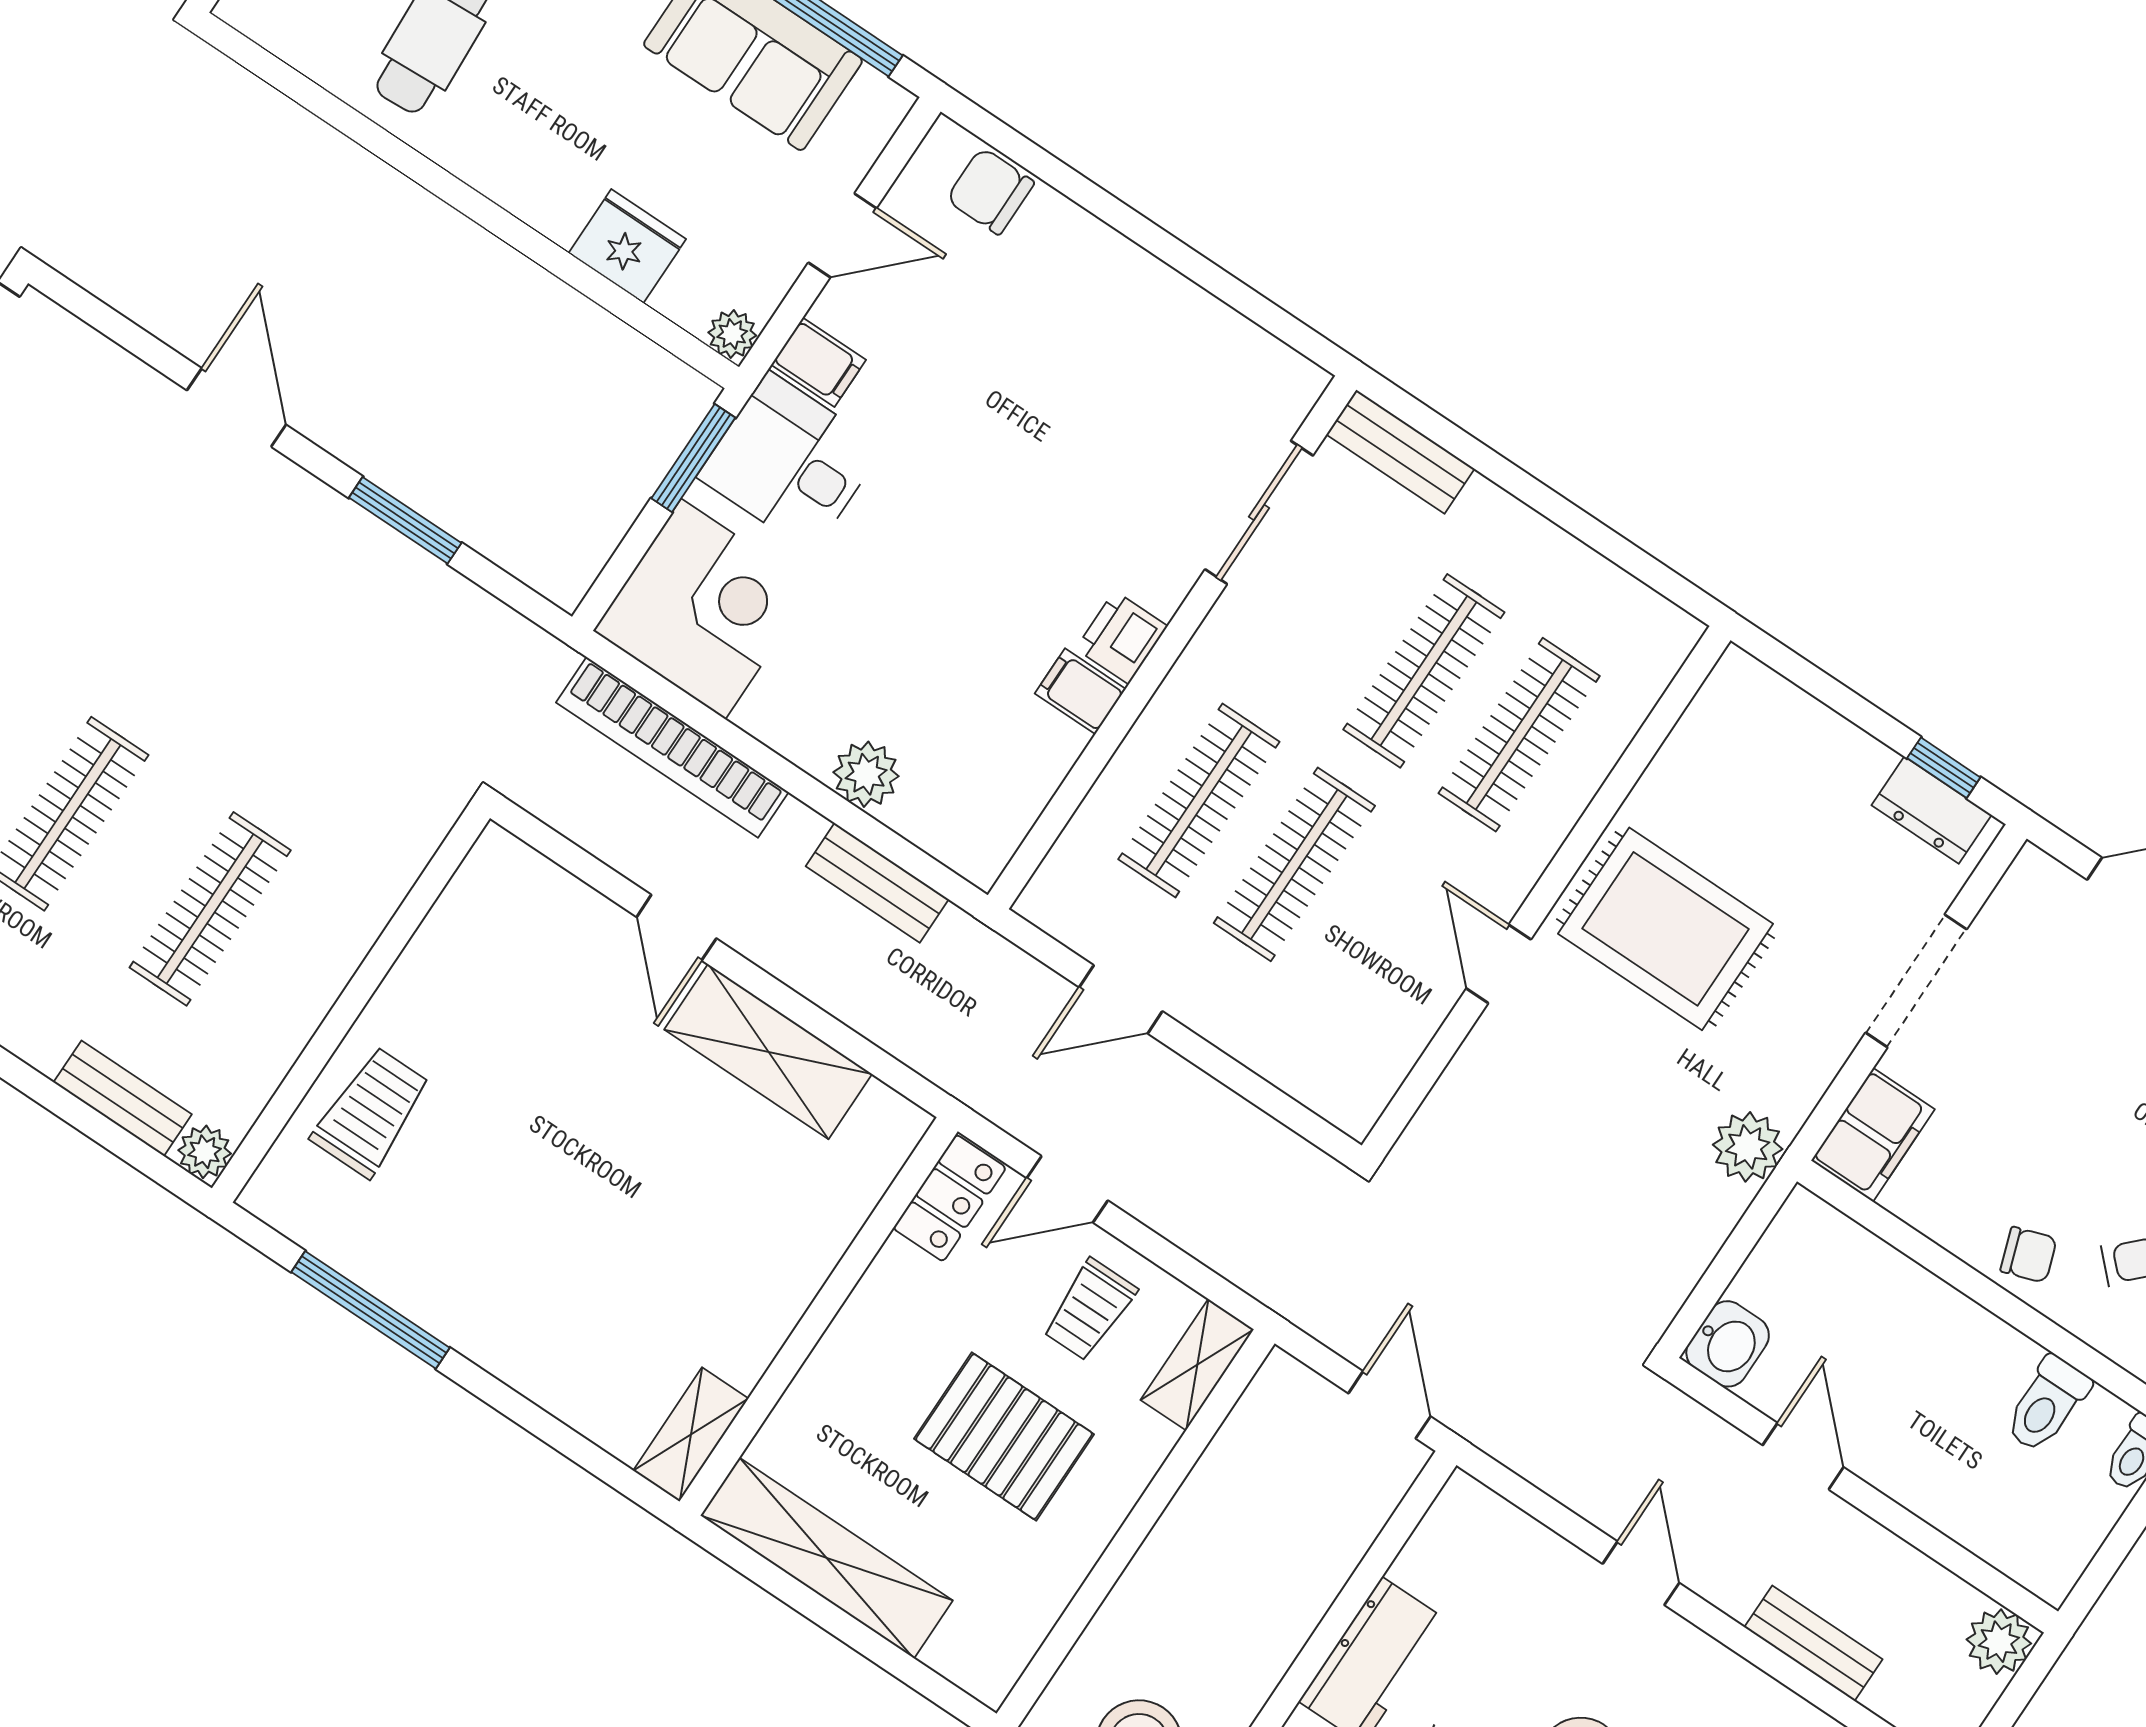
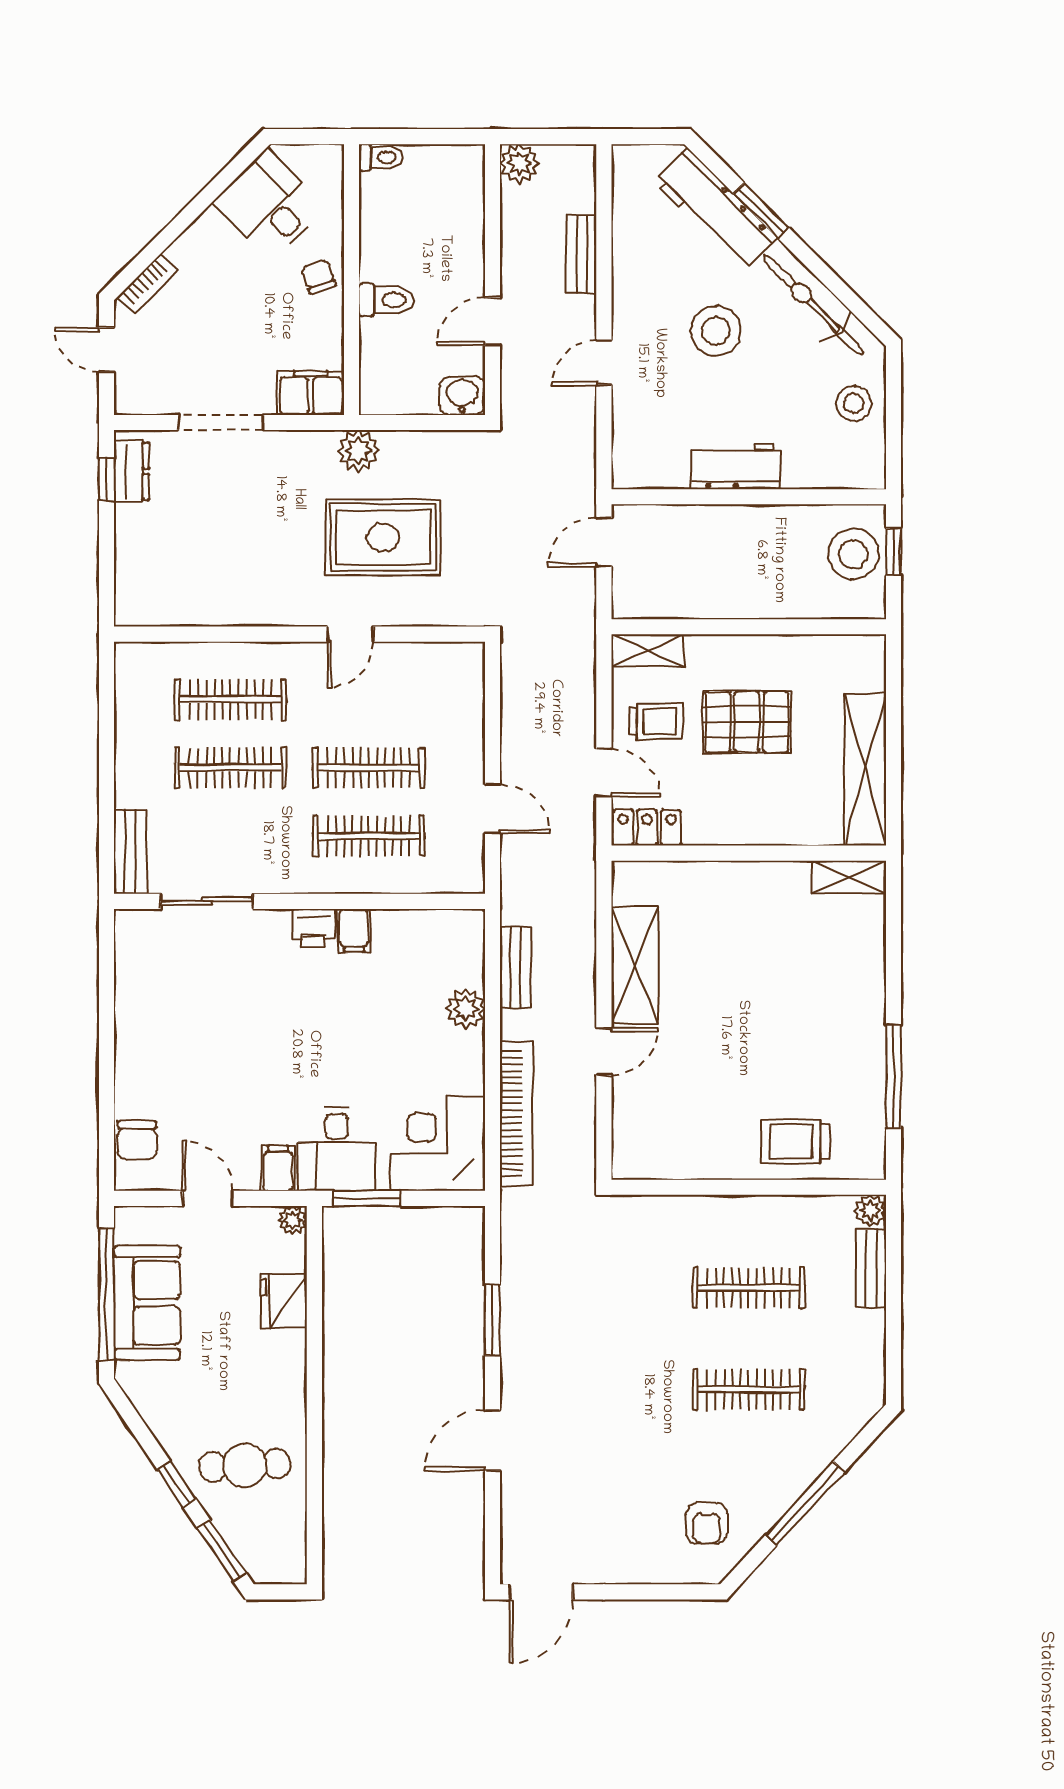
rug: (1666, 929) -> (383, 538), moved, turned 90
toilet: (2047, 1404) -> (386, 300), moved
pallet: (1004, 1437) -> (747, 722), turned 90

